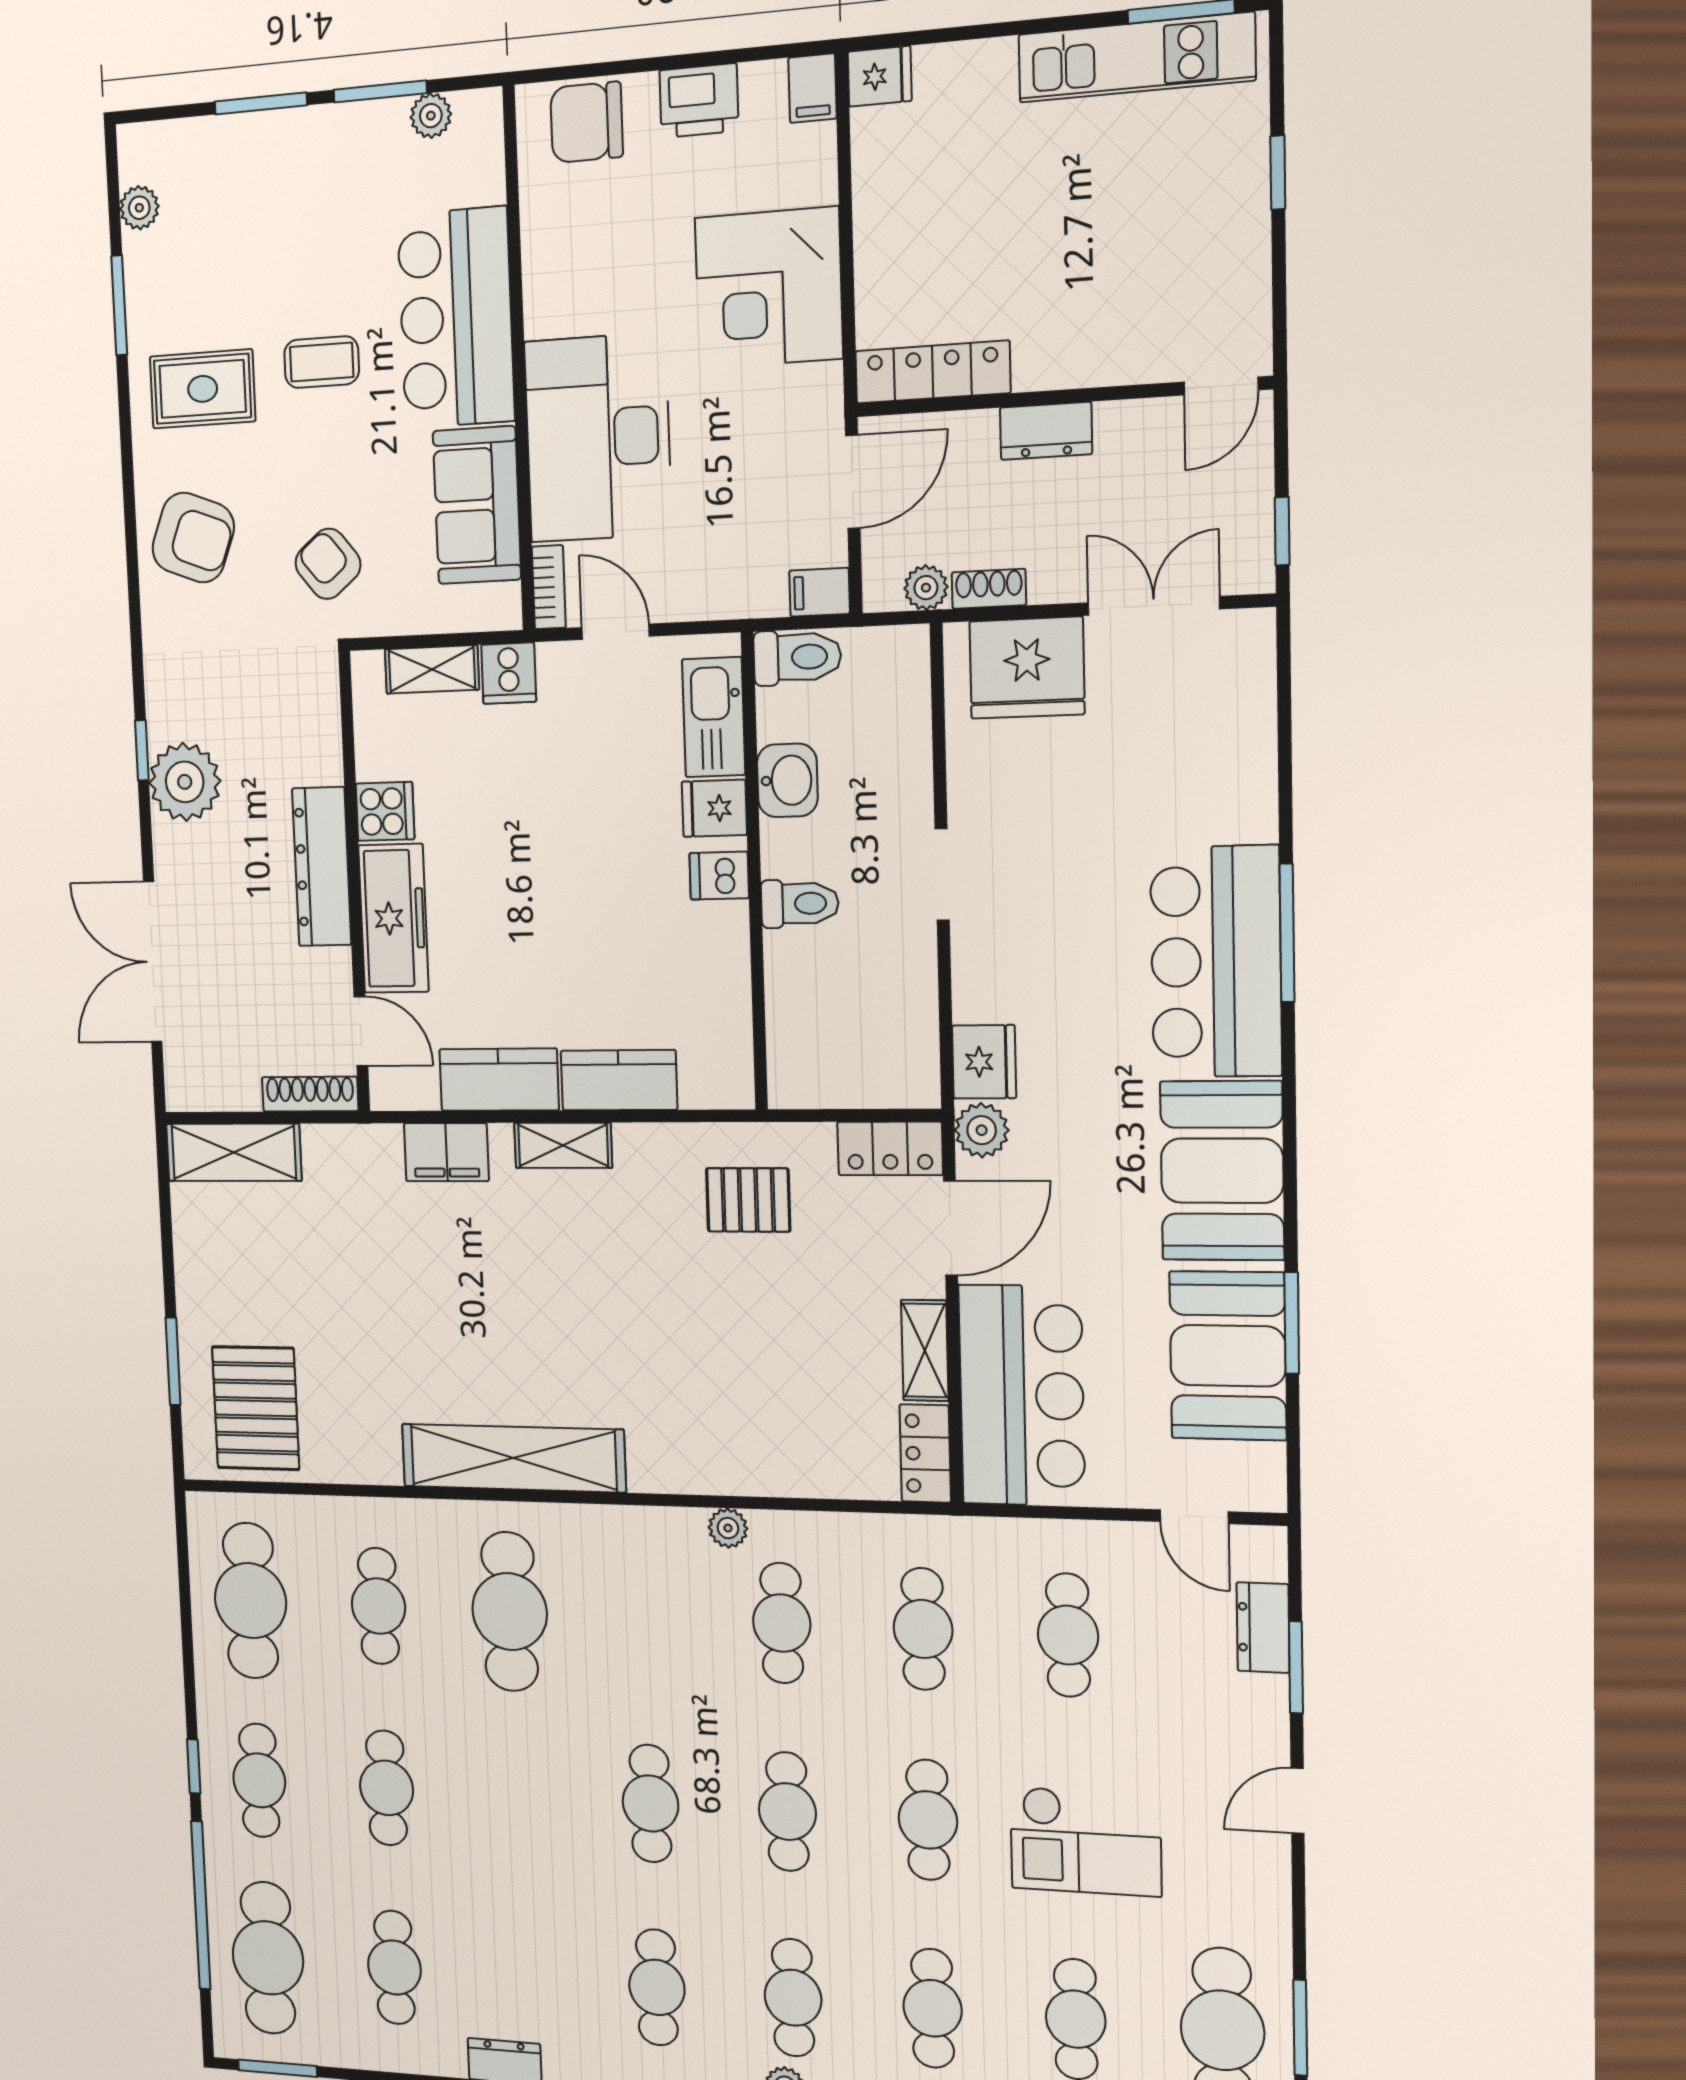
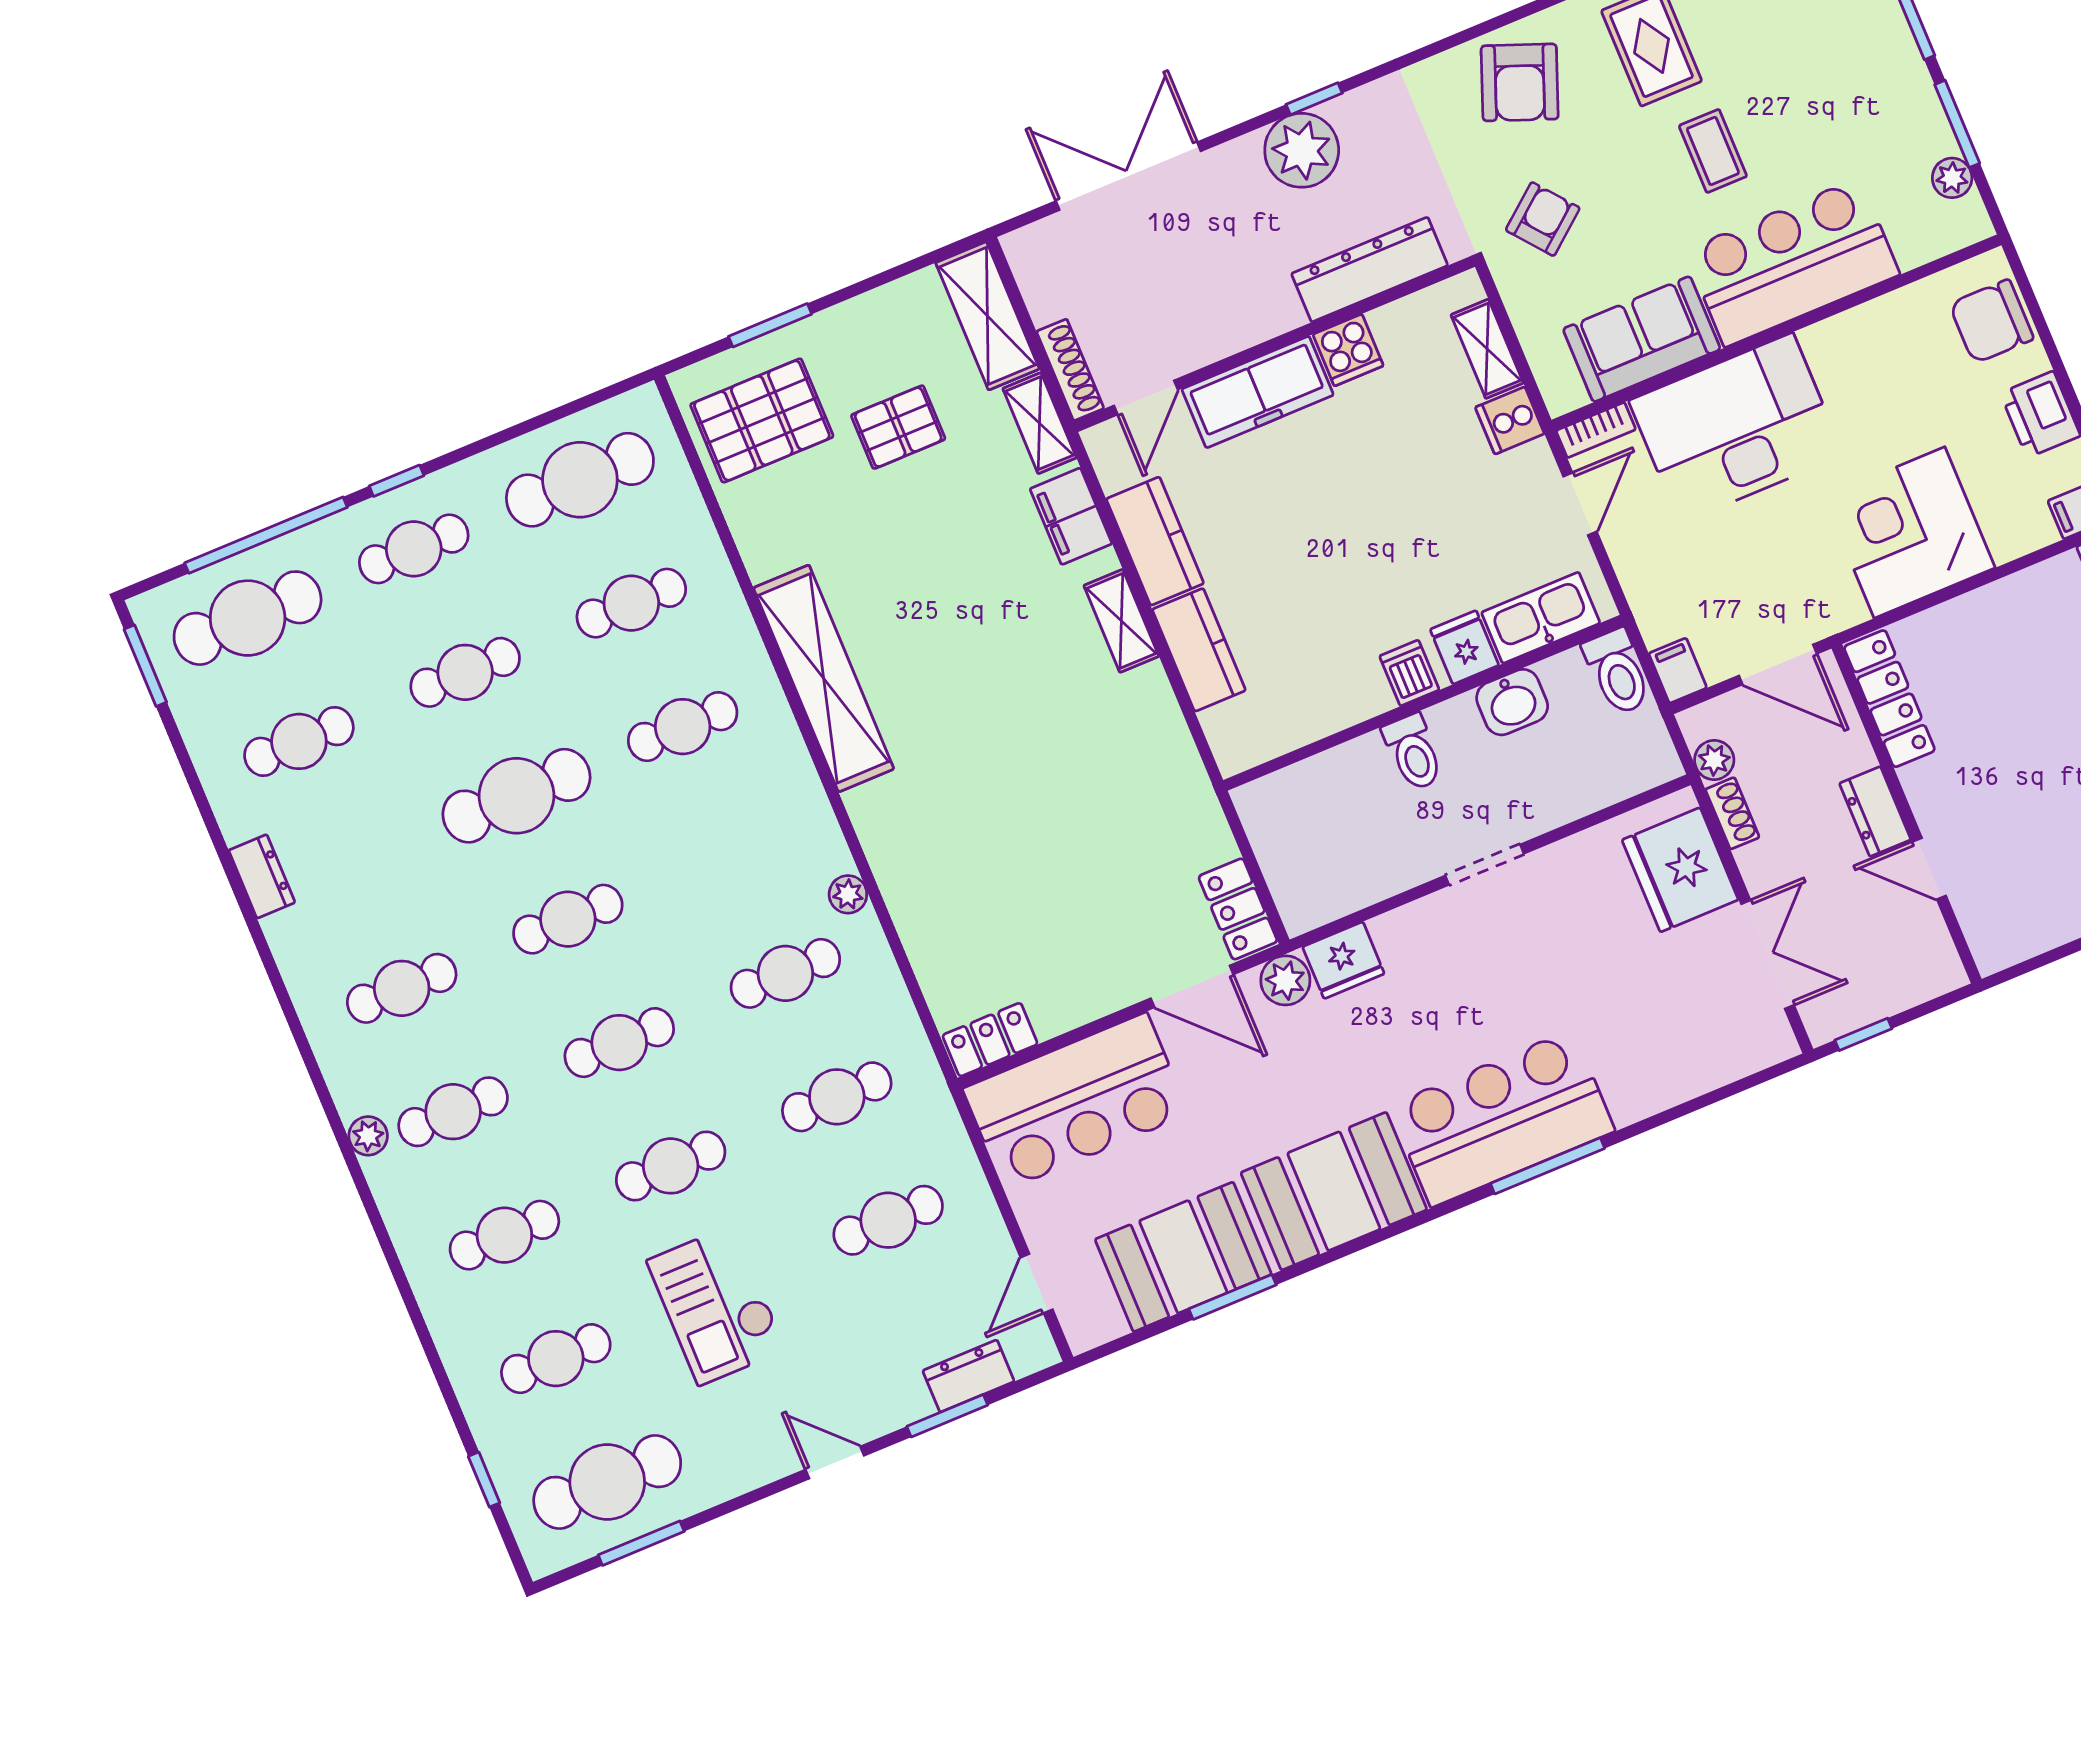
chair: (587, 122) -> (1991, 321), turned -90
door: (1221, 386) -> (1929, 869), moved
dresser: (322, 867) -> (1370, 270), moved
pallet: (748, 1200) -> (898, 427), moved, turned 90
shelving: (925, 1350) -> (1040, 423), moved, turned 90
cafe table: (510, 1612) -> (683, 727), width x0.73, depth x0.74
cafe table: (517, 1796) -> (516, 796), added

